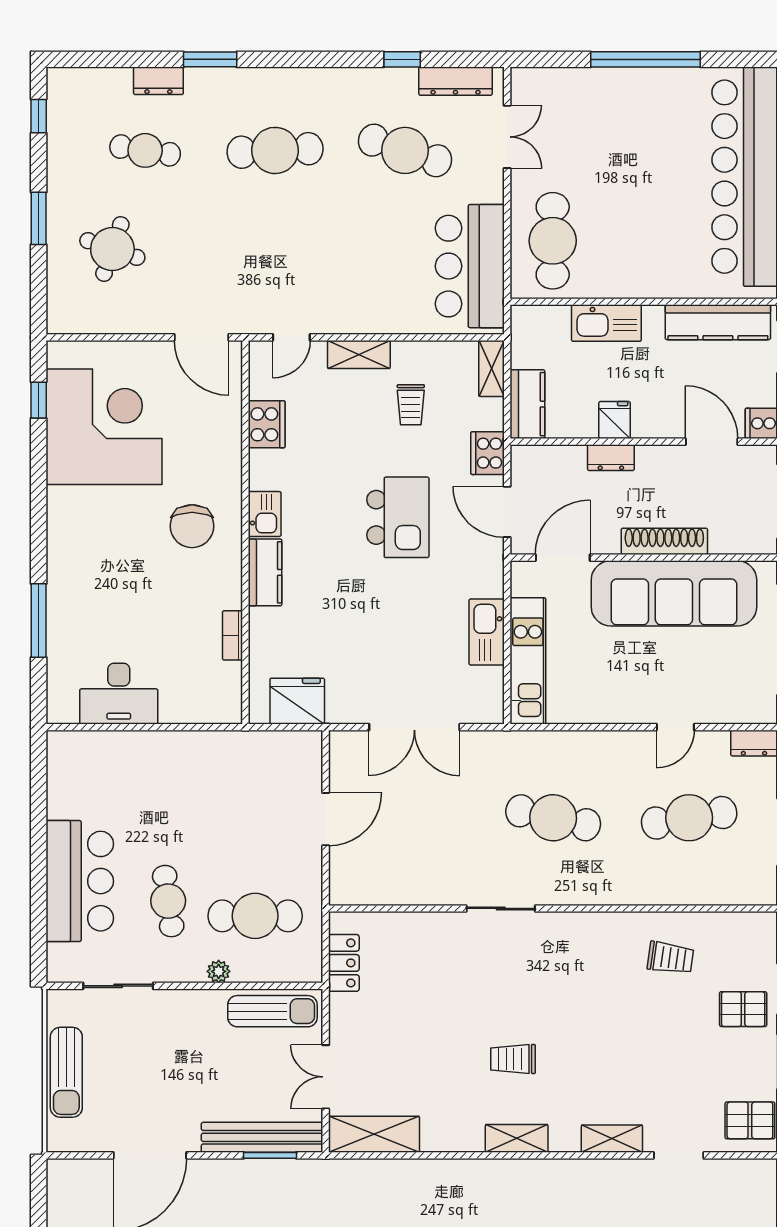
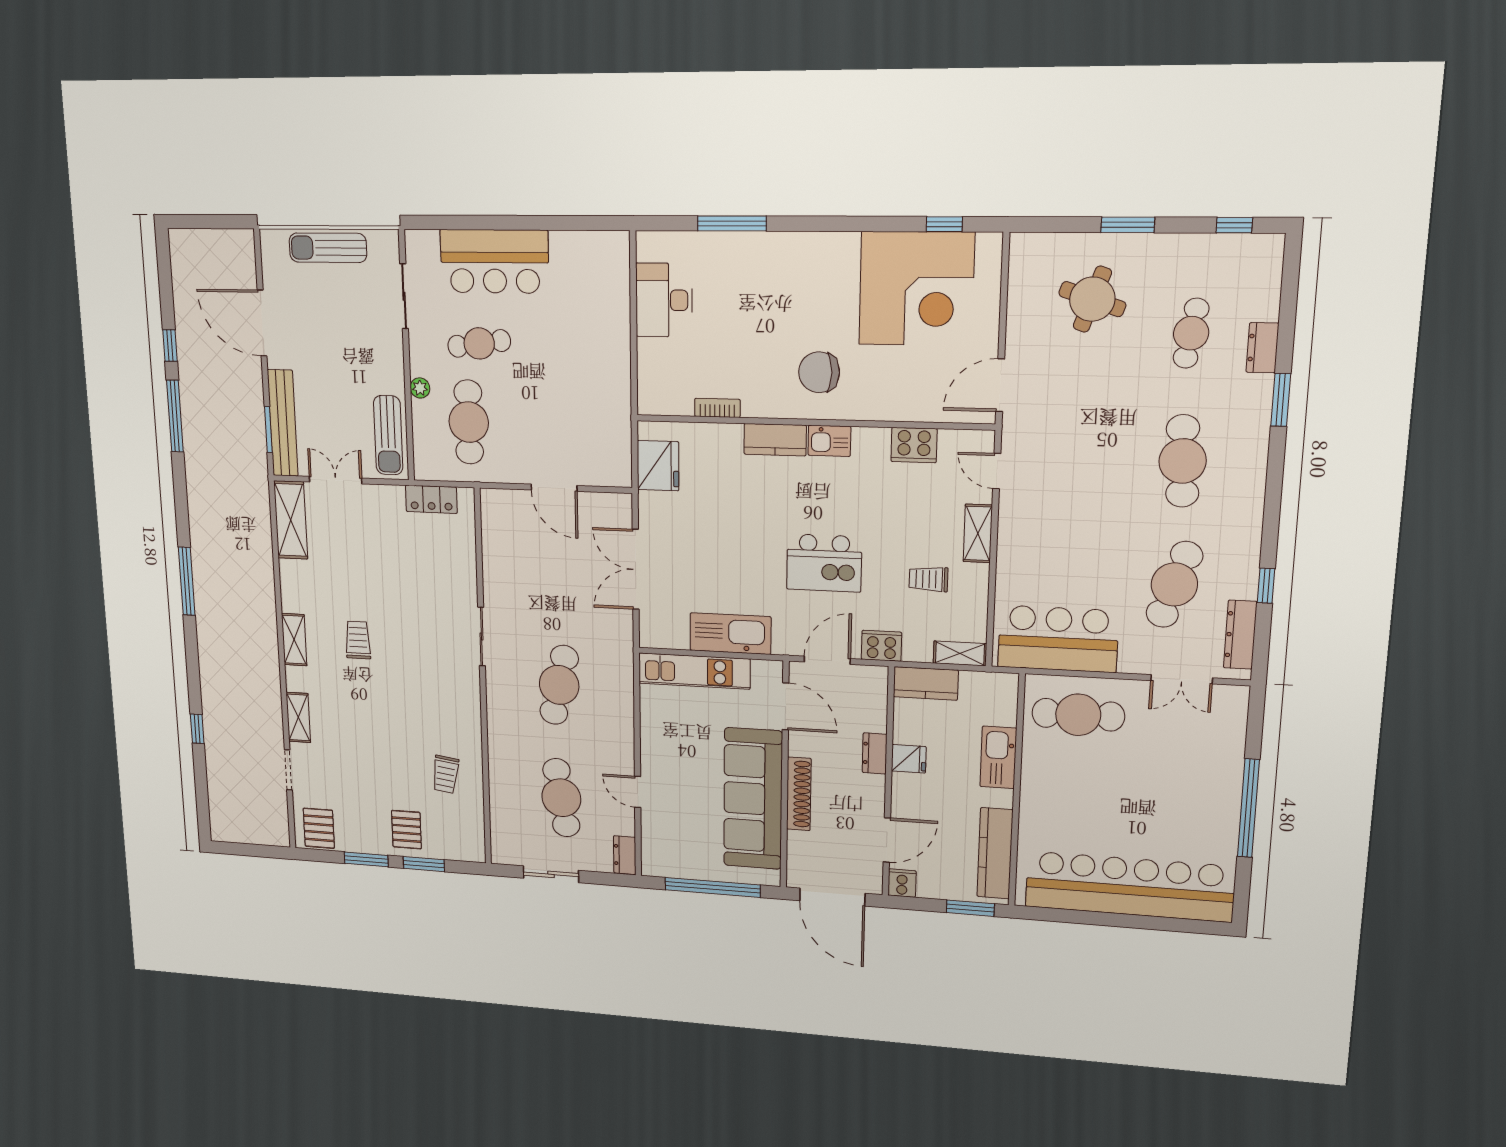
kitchen sink: (487, 632) -> (730, 634), width x1.36, depth x1.24

